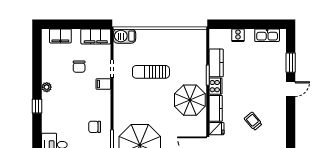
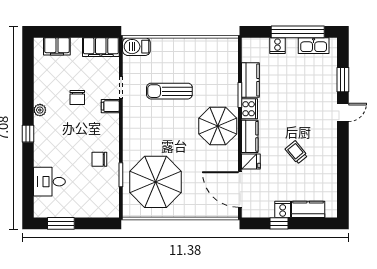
window: (254, 24) -> (298, 32), added
chair: (79, 67) -> (77, 97), moved

